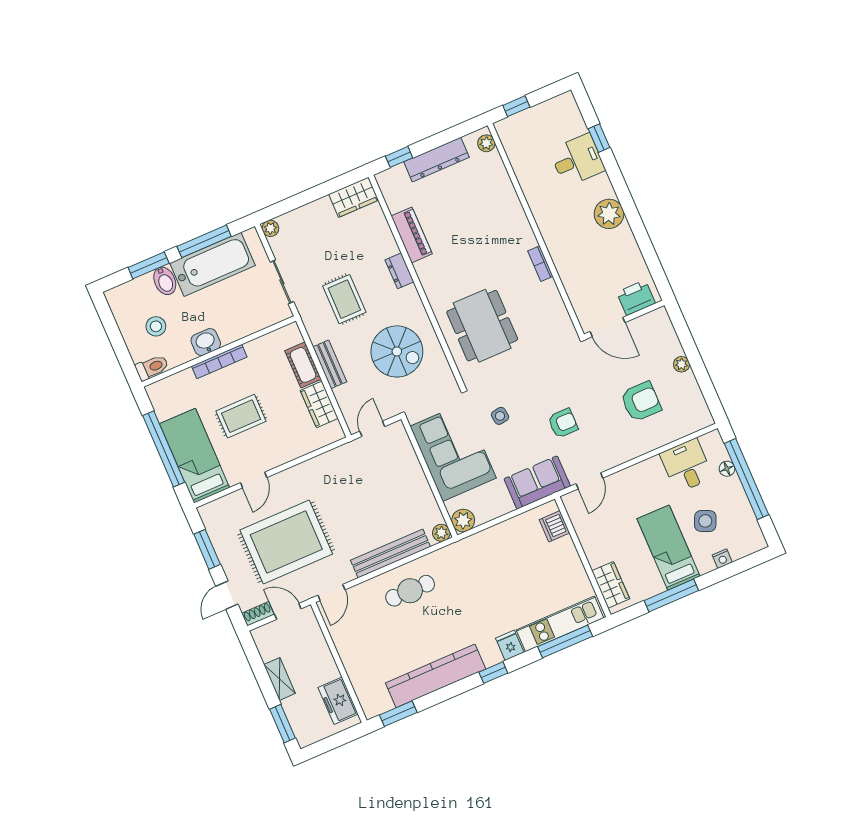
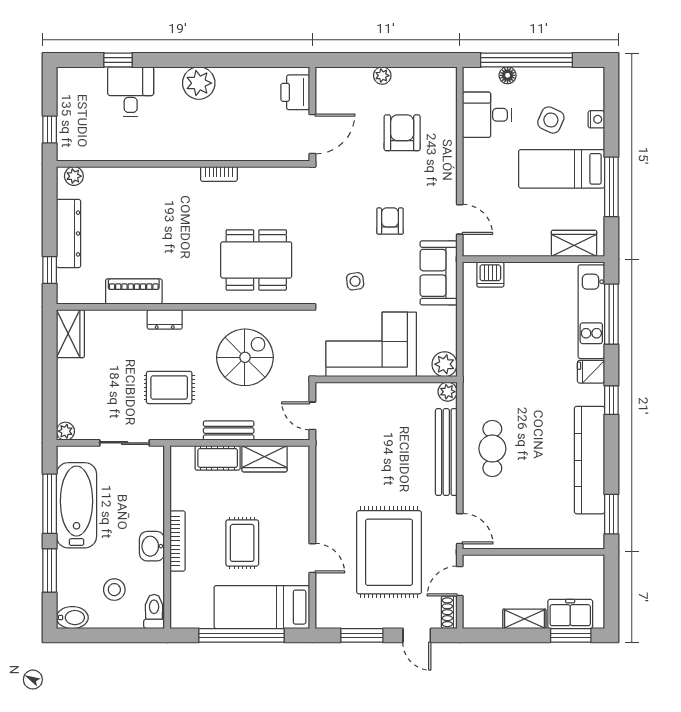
bidet: (165, 281) -> (72, 618), moved
freezer: (338, 701) -> (570, 614), moved, turned 180

